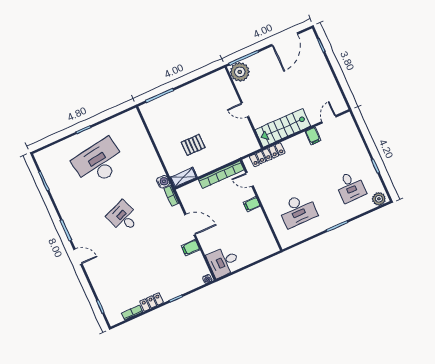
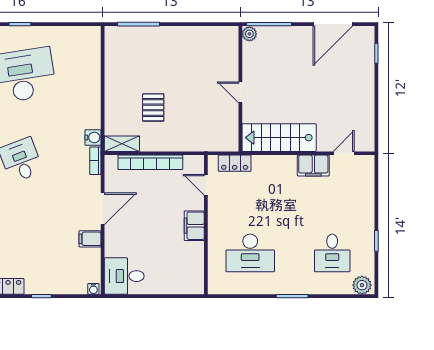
plant: (240, 72) -> (249, 34), width x0.53, depth x0.53
filing cabinet: (313, 136) -> (313, 166), width x2.00
pallet: (193, 145) -> (153, 107), turned 90
locker: (267, 155) -> (235, 163), width x0.66
bookcase: (221, 175) -> (150, 162), moved
filing cabinet: (252, 204) -> (194, 226), width x2.00
door: (190, 225) -> (103, 209), hinge flipped

